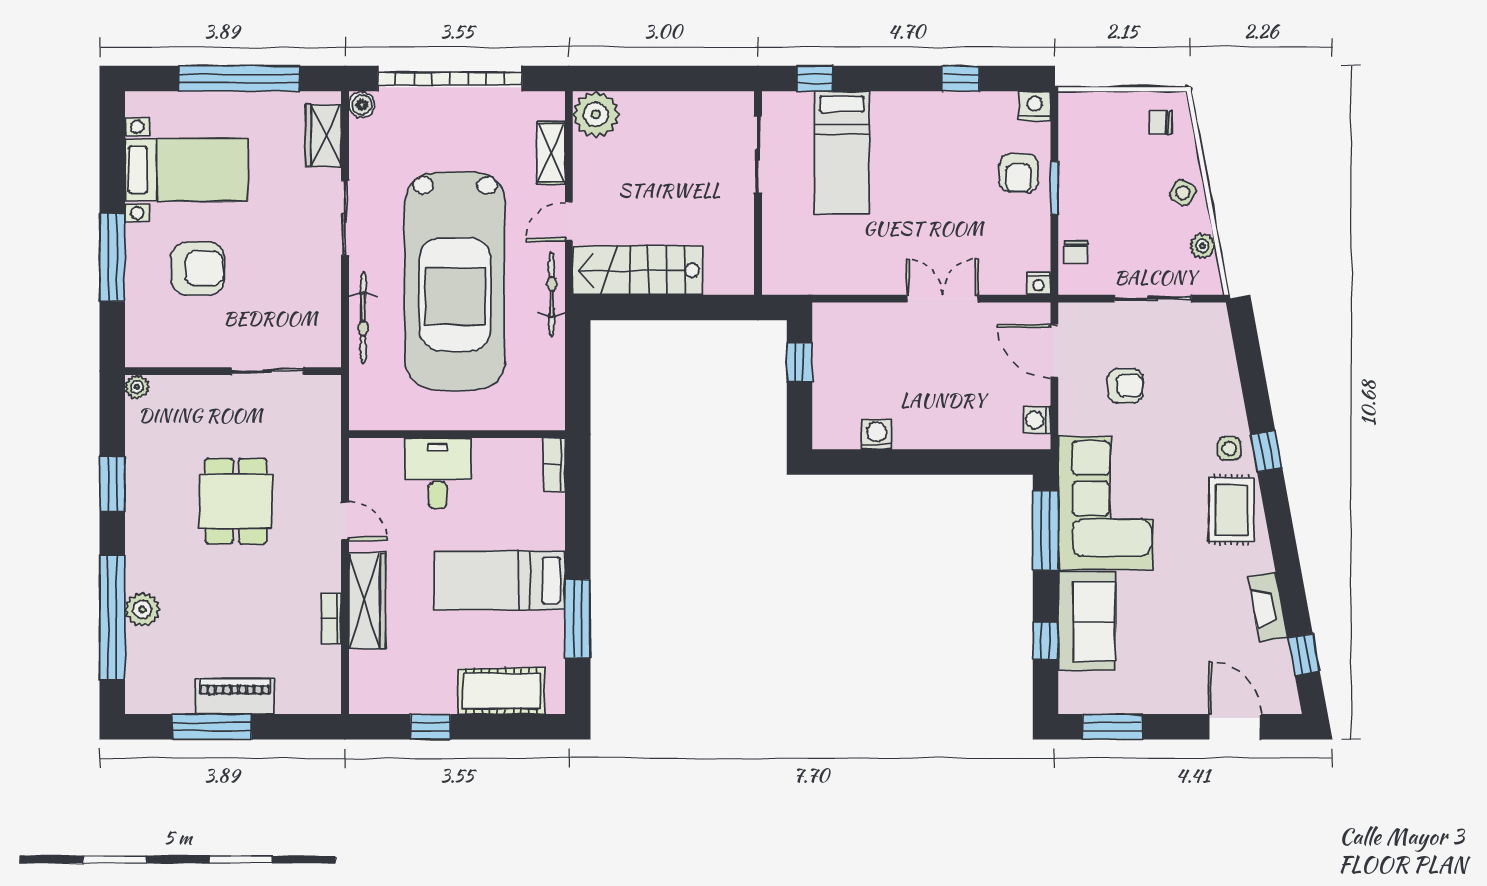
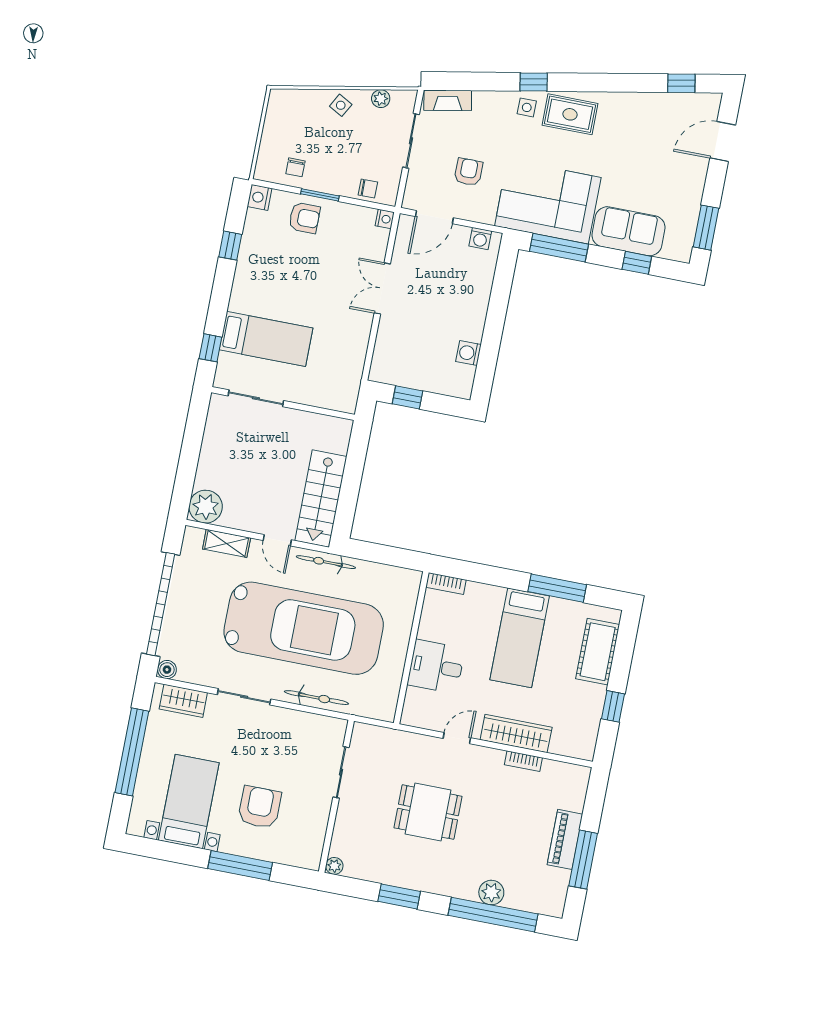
chair: (1161, 123) -> (295, 167), moved
fireplace: (1268, 607) -> (448, 100), moved

